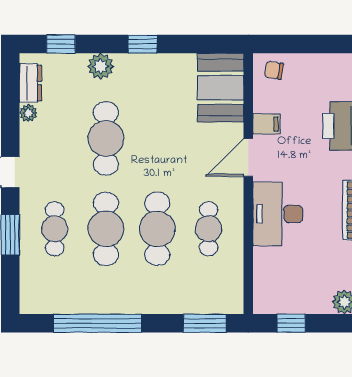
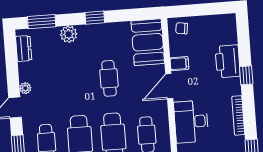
window: (61, 44) -> (42, 22), width x1.50
plant: (28, 113) -> (25, 88), moved
cafe table: (106, 138) -> (109, 78), moved, width x0.73, depth x0.74

